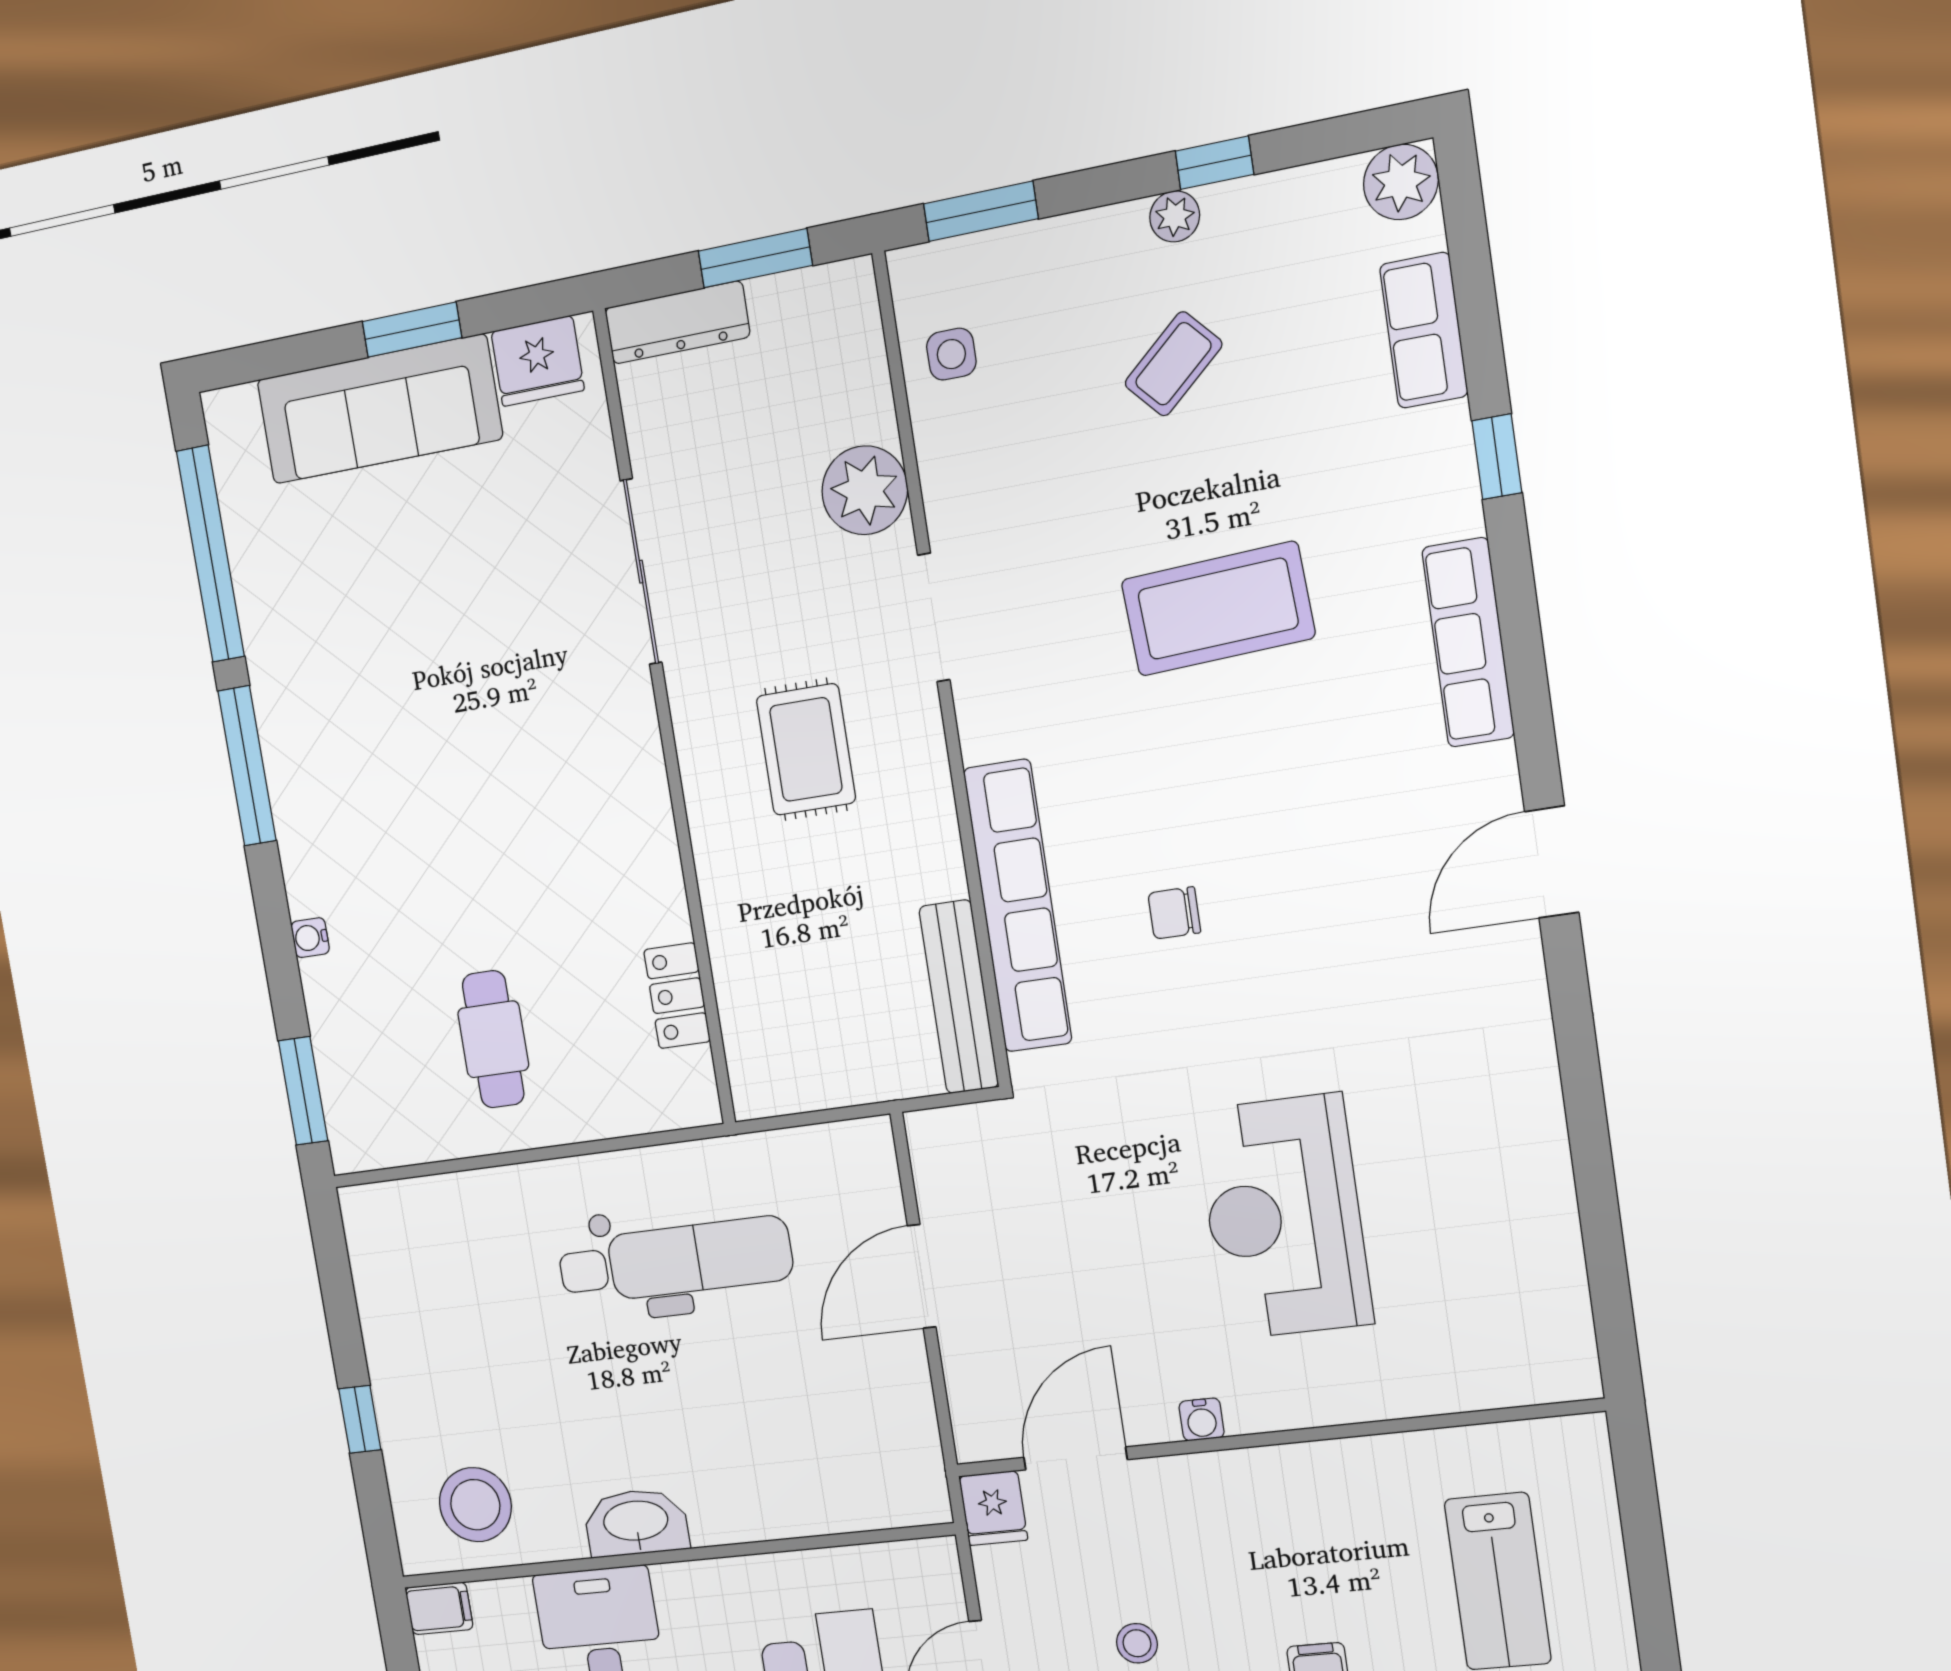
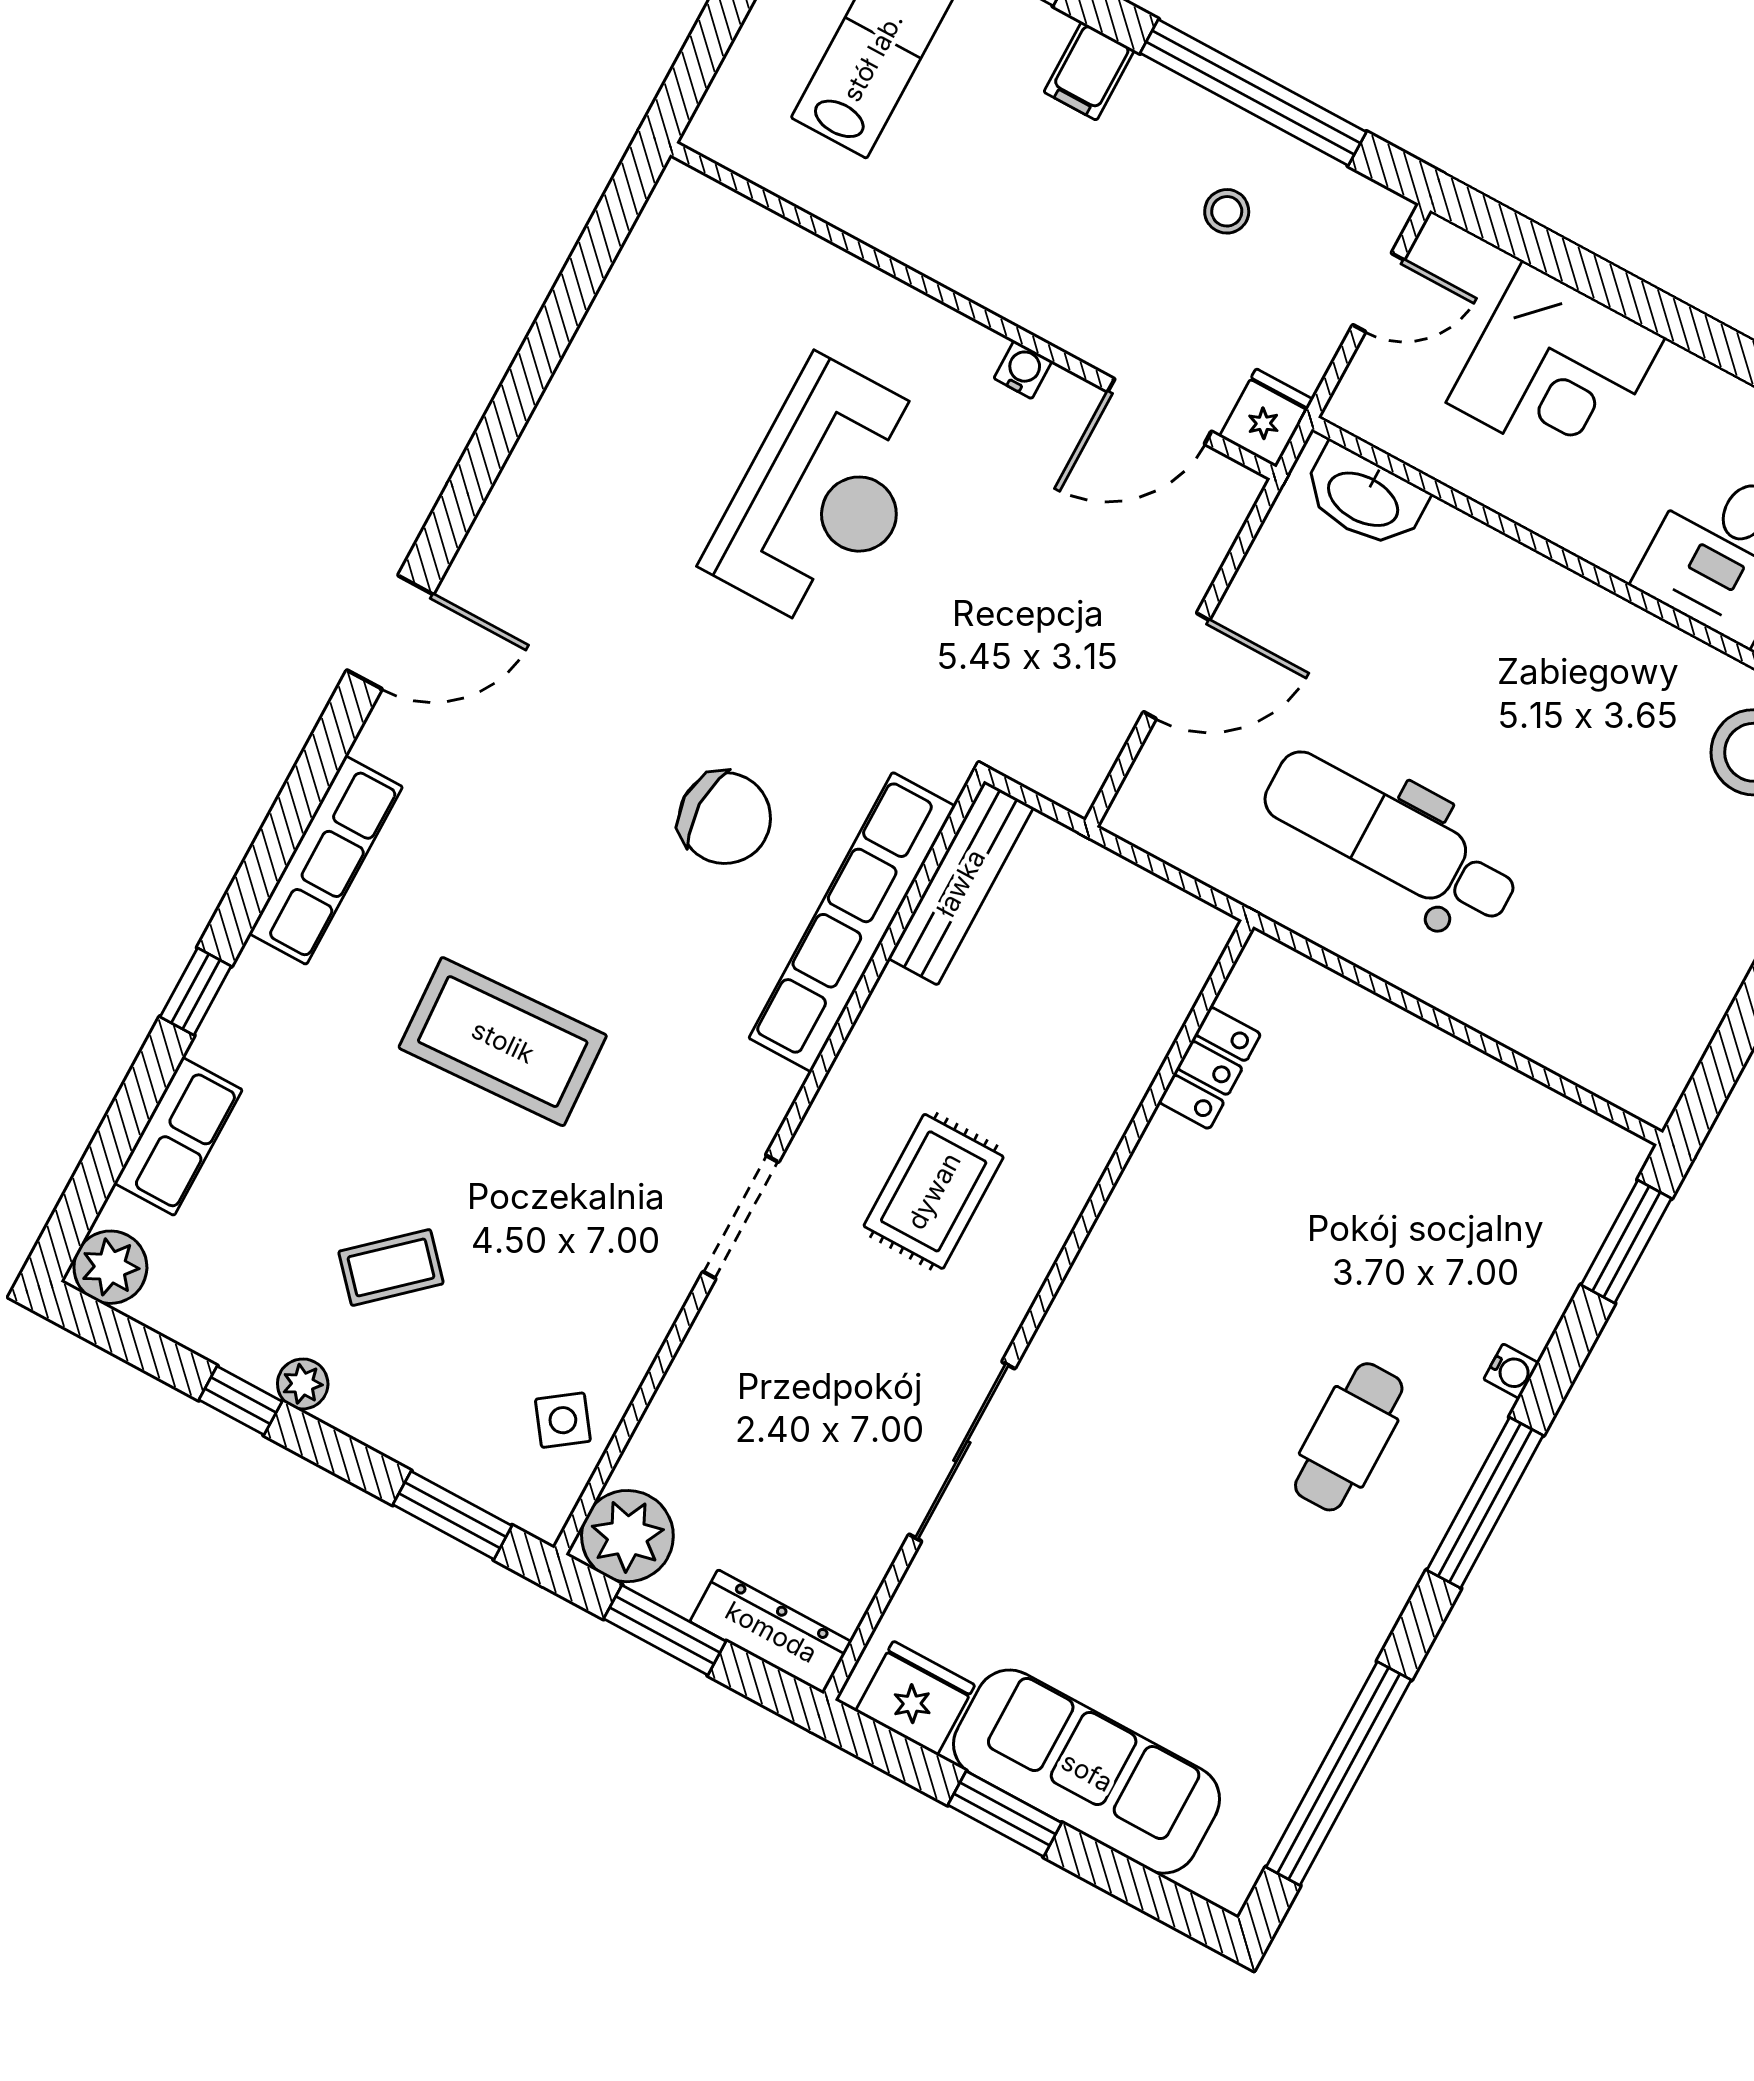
side table: (951, 354) -> (563, 1420), turned -36
plant: (865, 490) -> (627, 1536), moved
window: (247, 766) -> (1485, 1503), moved
chair: (1174, 913) -> (725, 818), width x1.87, depth x1.87
cafe table: (493, 1039) -> (1349, 1437), moved
washbasin: (636, 1523) -> (1364, 497), moved

